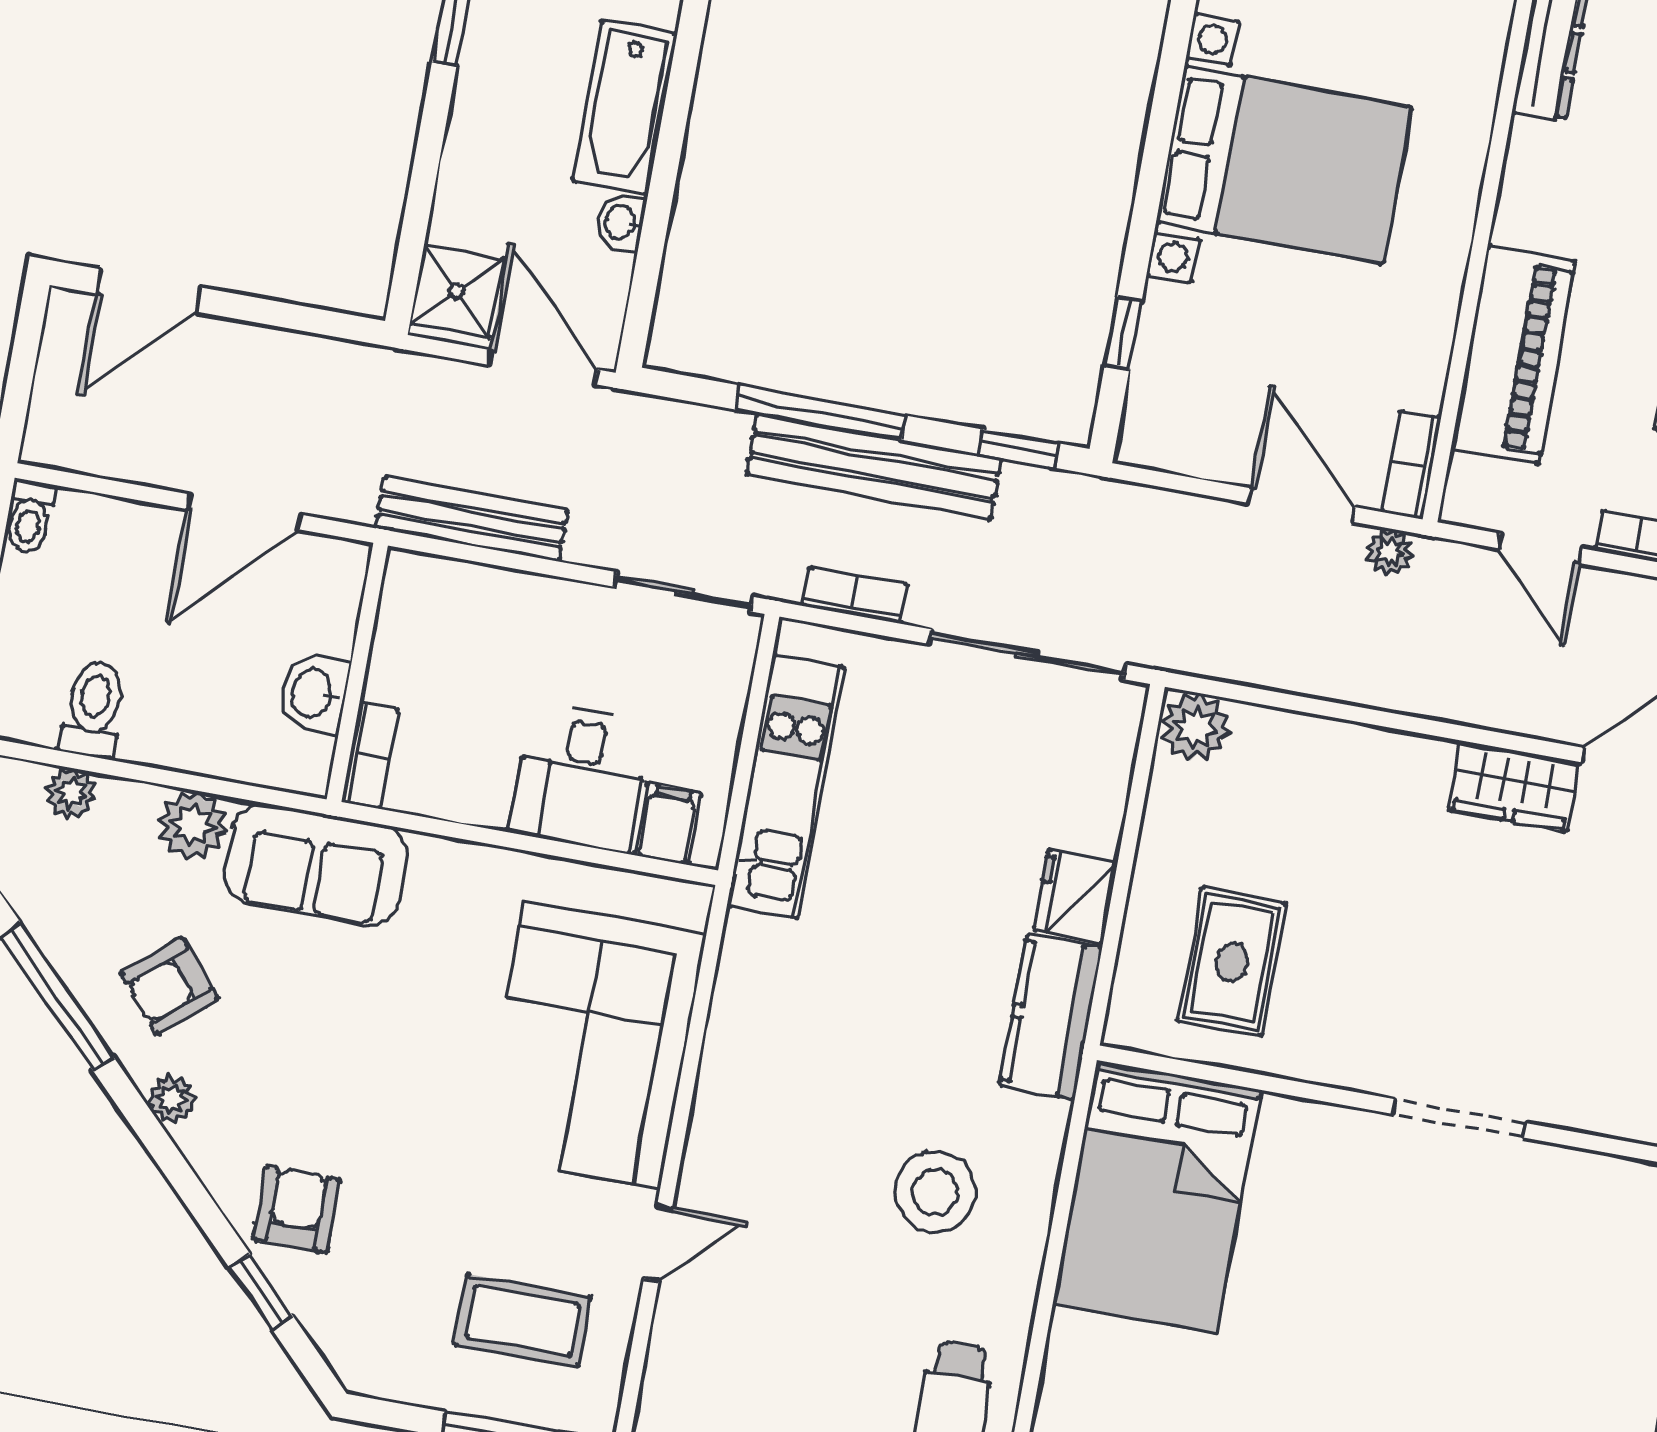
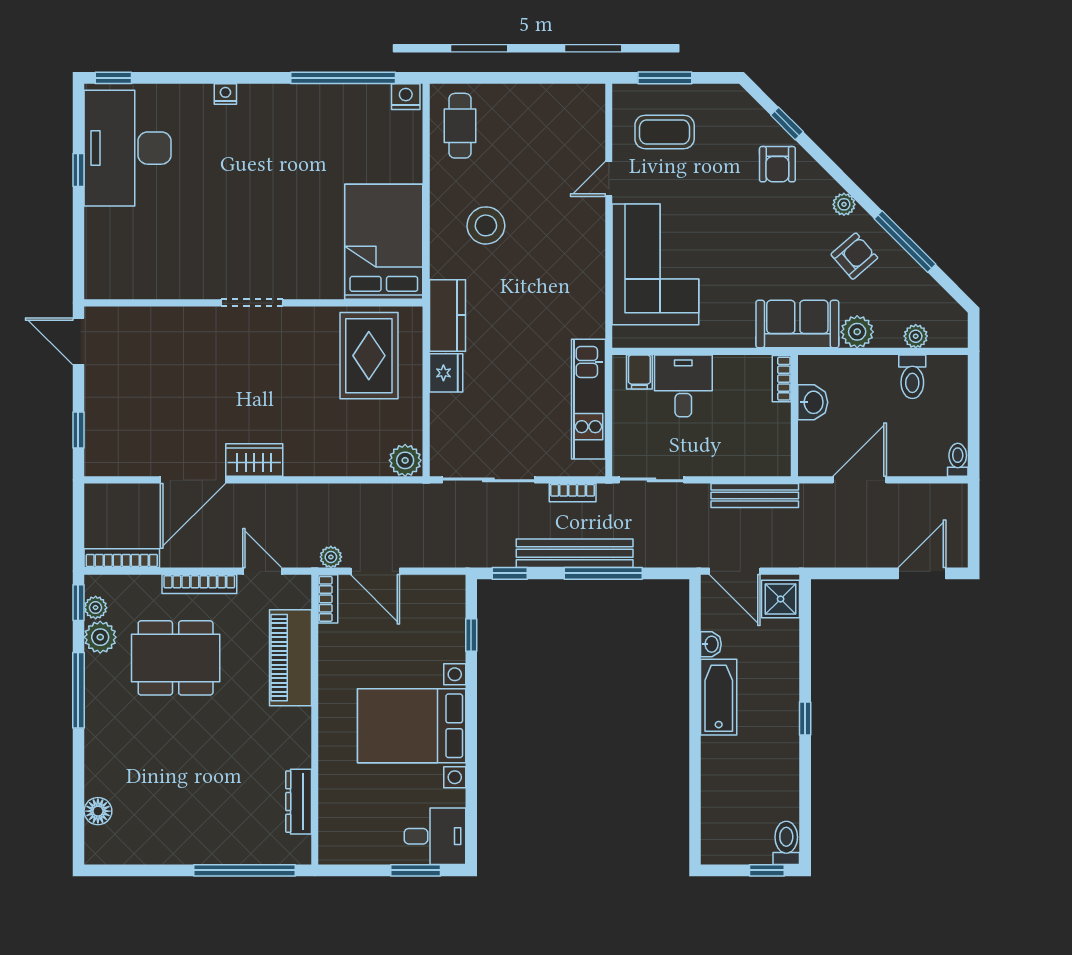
rug: (1232, 962) -> (369, 356), width x1.36, depth x1.43

